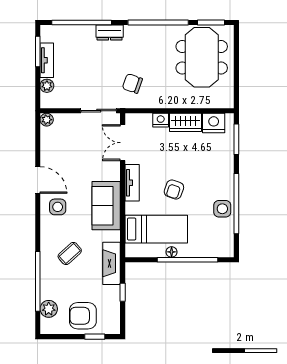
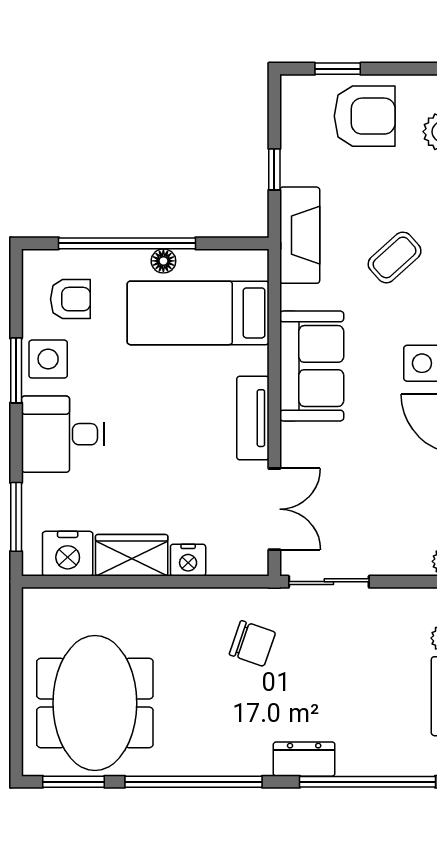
desk: (216, 176) -> (63, 434), added
armchair: (174, 190) -> (70, 299), moved, turned 71
window: (236, 204) -> (16, 370), width x0.47

